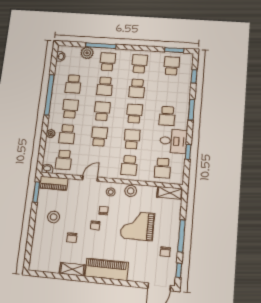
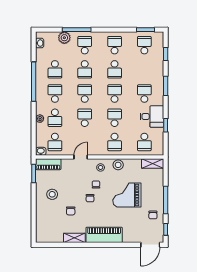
school desk: (167, 116) -> (144, 94), turned 180

